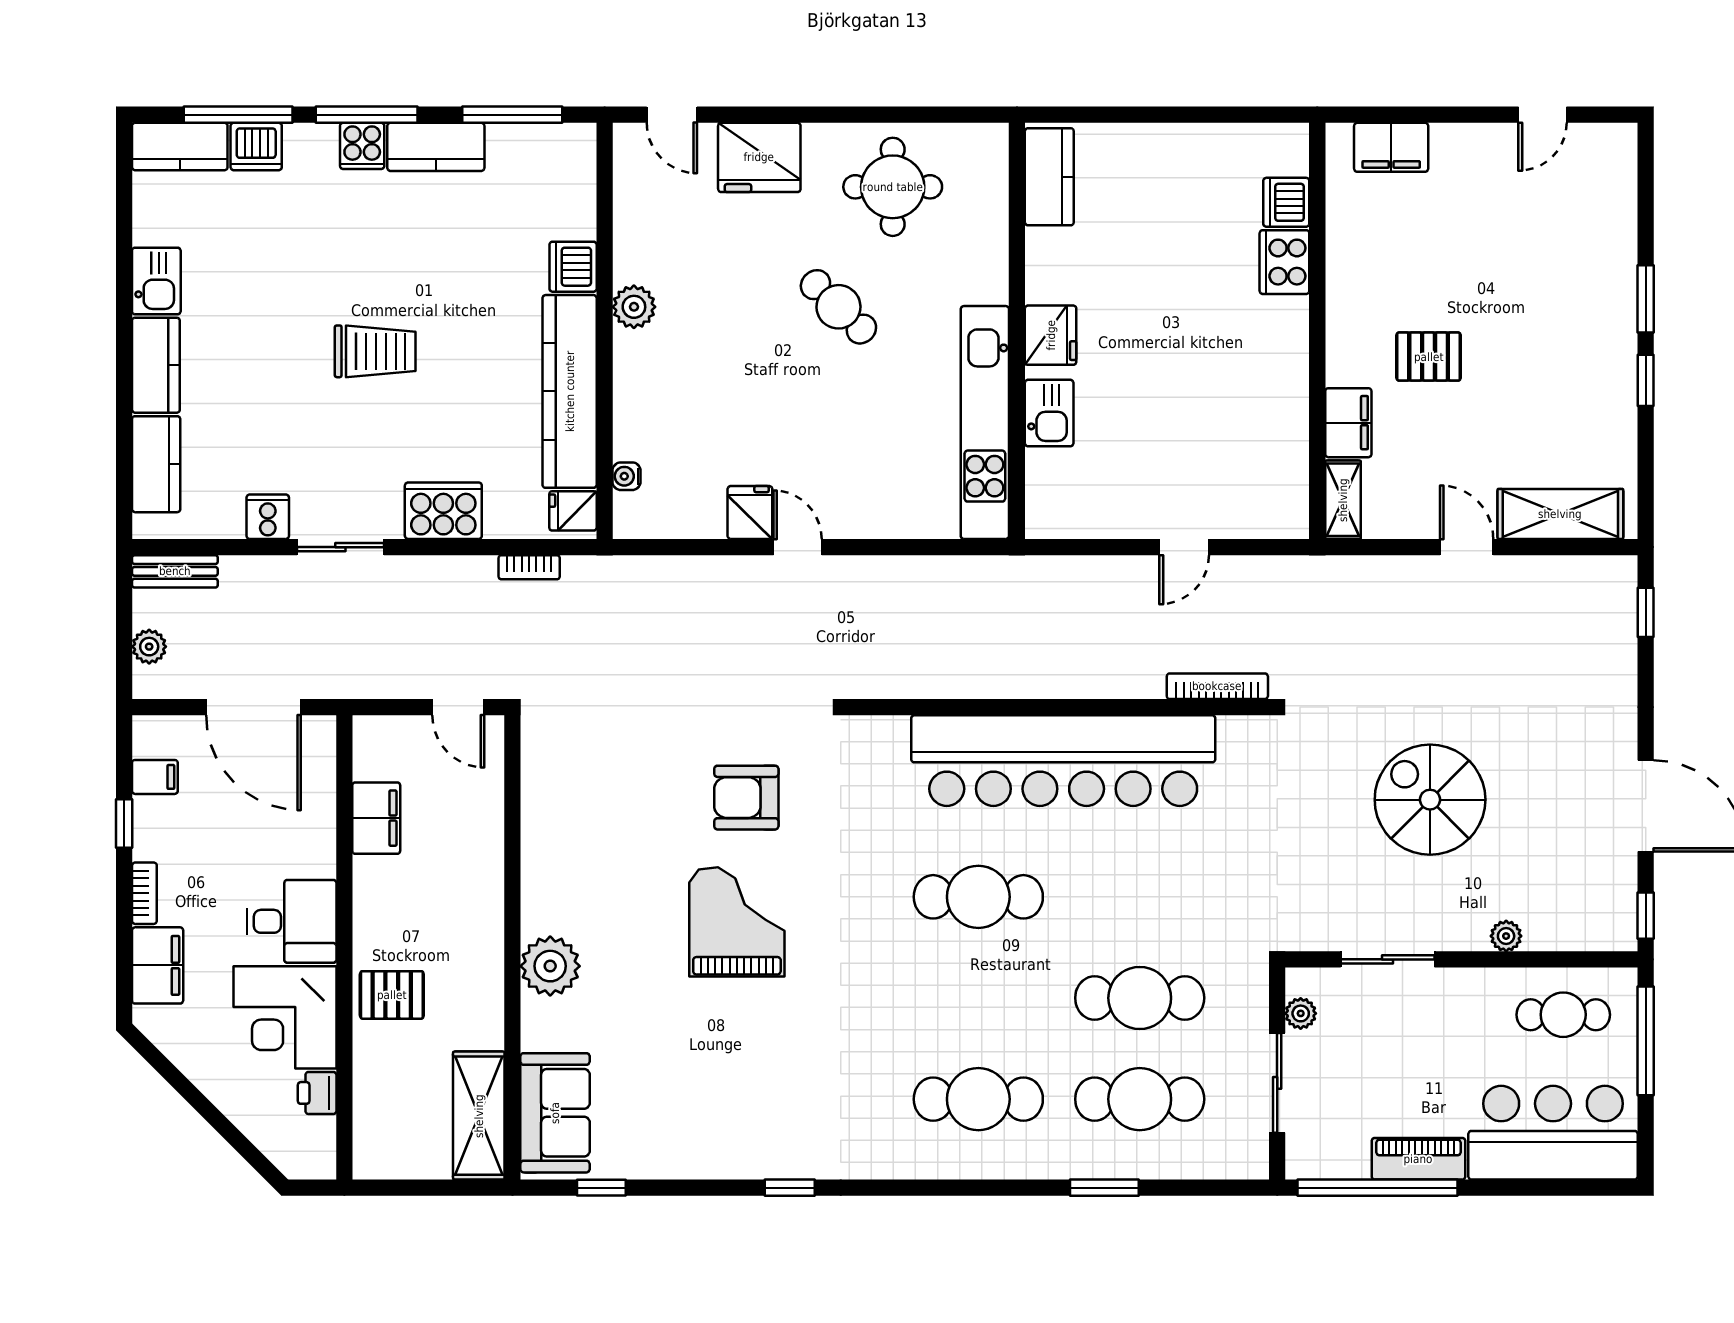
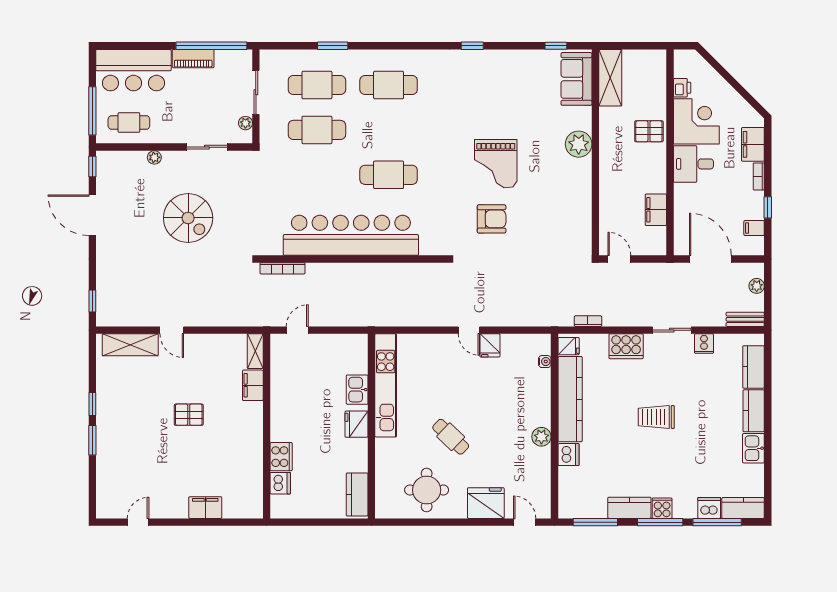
dishwasher: (1286, 202) -> (280, 483), moved
cooker: (1284, 262) -> (281, 457), moved
wall: (1317, 331) -> (267, 426), moved
filing cabinet: (1348, 423) -> (253, 385), moved
shelving: (1343, 500) -> (255, 351), moved

